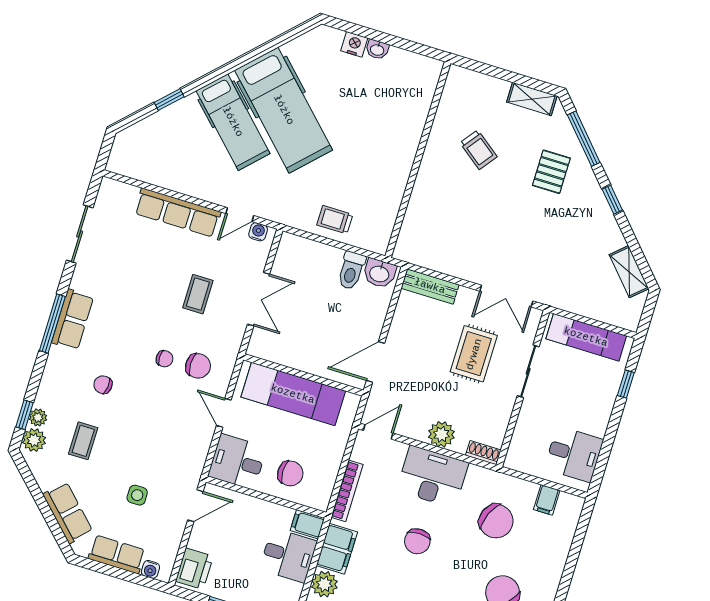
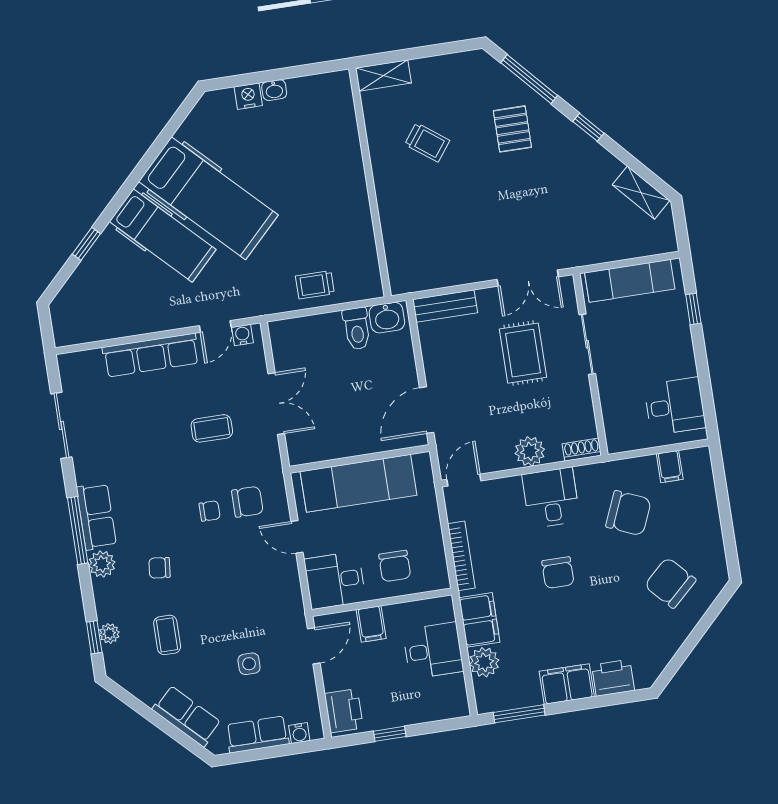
shelving: (532, 99) -> (383, 76), moved
coffee table: (198, 294) -> (212, 428), turned 90
plant: (34, 440) -> (102, 564), moved
chair: (290, 473) -> (395, 566), turned 90
desk: (433, 477) -> (551, 498), width x0.73
filing cabinet: (307, 524) -> (371, 624), moved, turned -90

